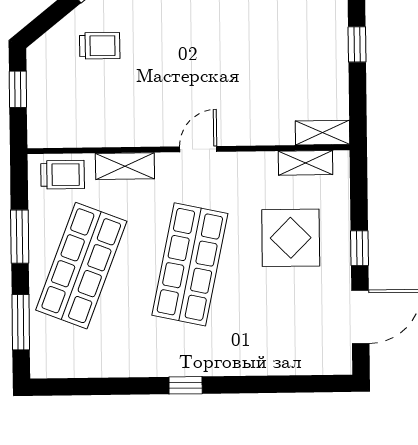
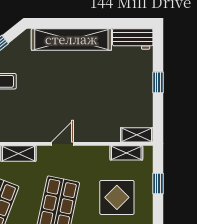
window: (360, 248) -> (158, 183), moved

